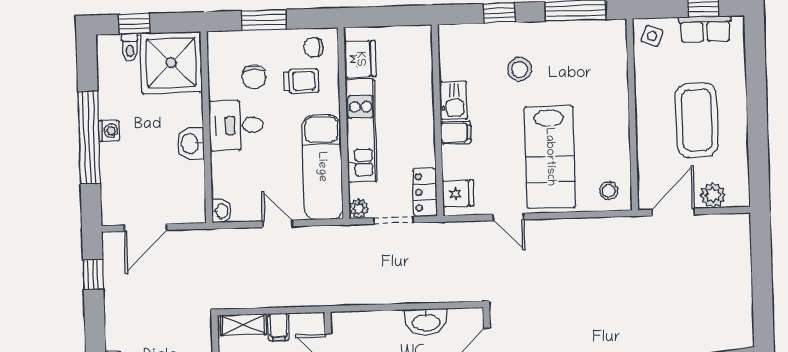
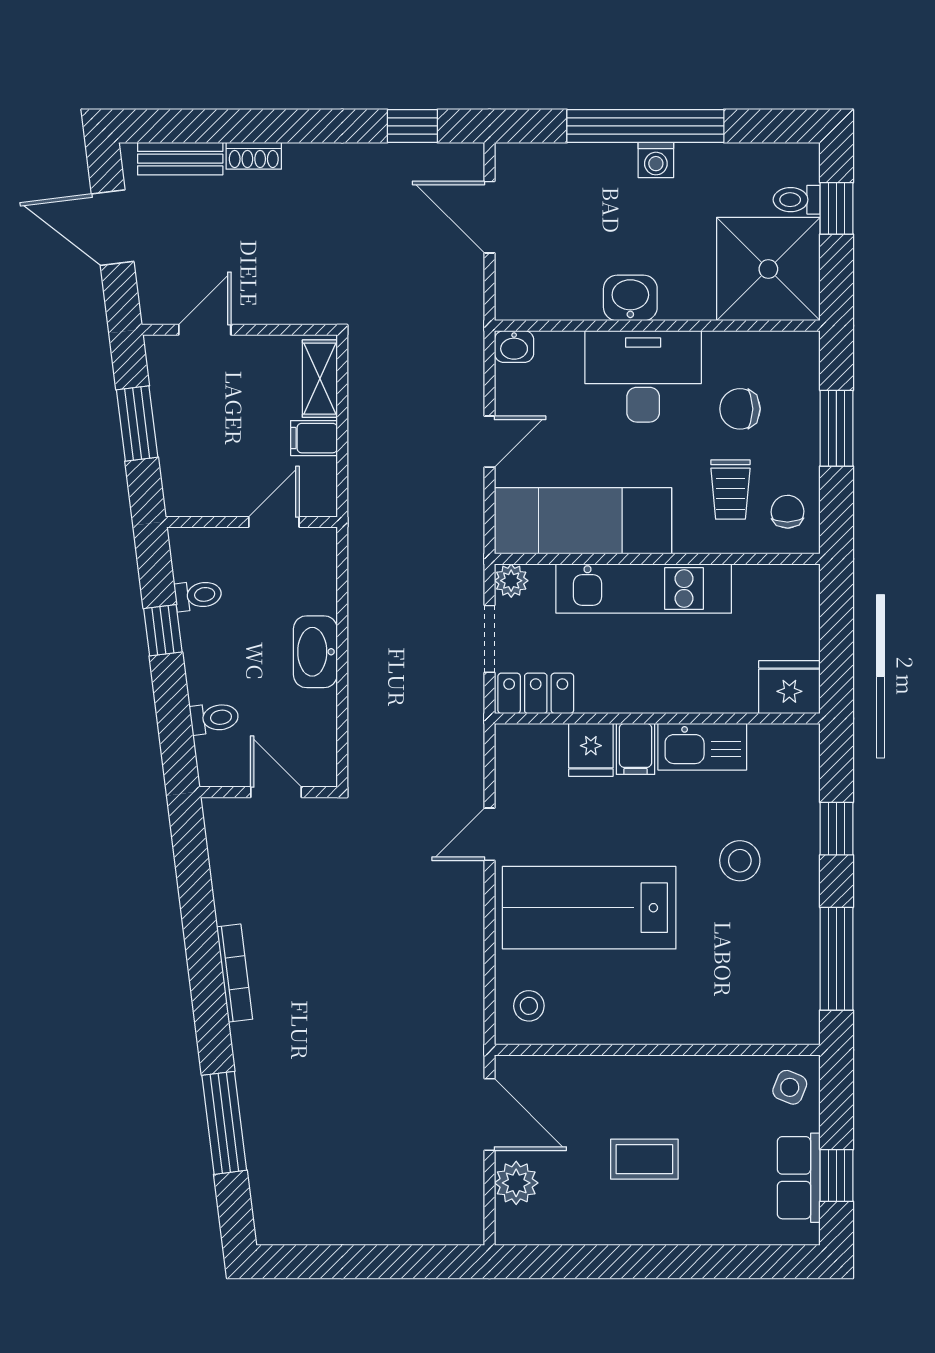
fridge: (360, 59) -> (789, 687), moved, turned 180
kitchen sink: (453, 100) -> (702, 747), width x1.38
coffee table: (697, 120) -> (644, 1159), width x0.54, depth x0.58
desk: (236, 125) -> (643, 376), width x1.37
fridge: (458, 194) -> (591, 750), moved
washbasin: (426, 322) -> (315, 652), moved

